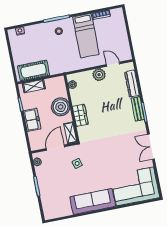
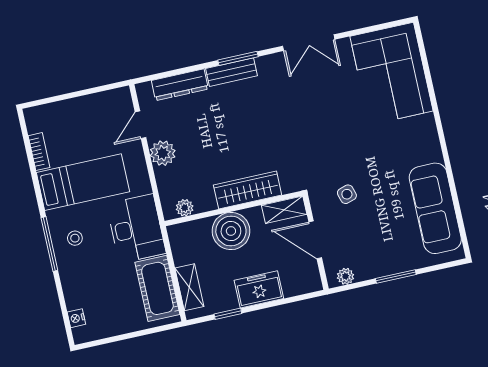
desk: (63, 61) -> (136, 229), added
wardrobe: (80, 115) -> (248, 190), width x1.50
sofa: (93, 202) -> (435, 208), moved

